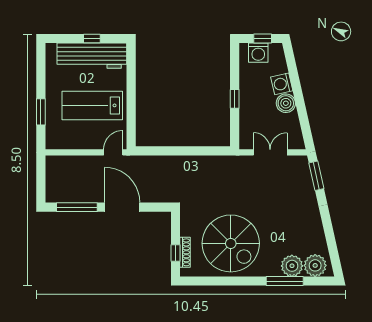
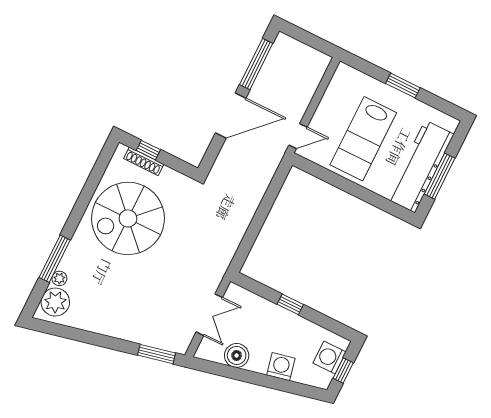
window: (92, 39) -> (440, 176), width x2.17
boiler: (286, 103) -> (237, 355), moved
lab bench: (92, 105) -> (363, 139), turned 180
window: (41, 112) -> (403, 86), moved
door: (113, 152) -> (298, 136), hinge flipped
plant: (292, 266) -> (59, 278), width x0.53, depth x0.53

